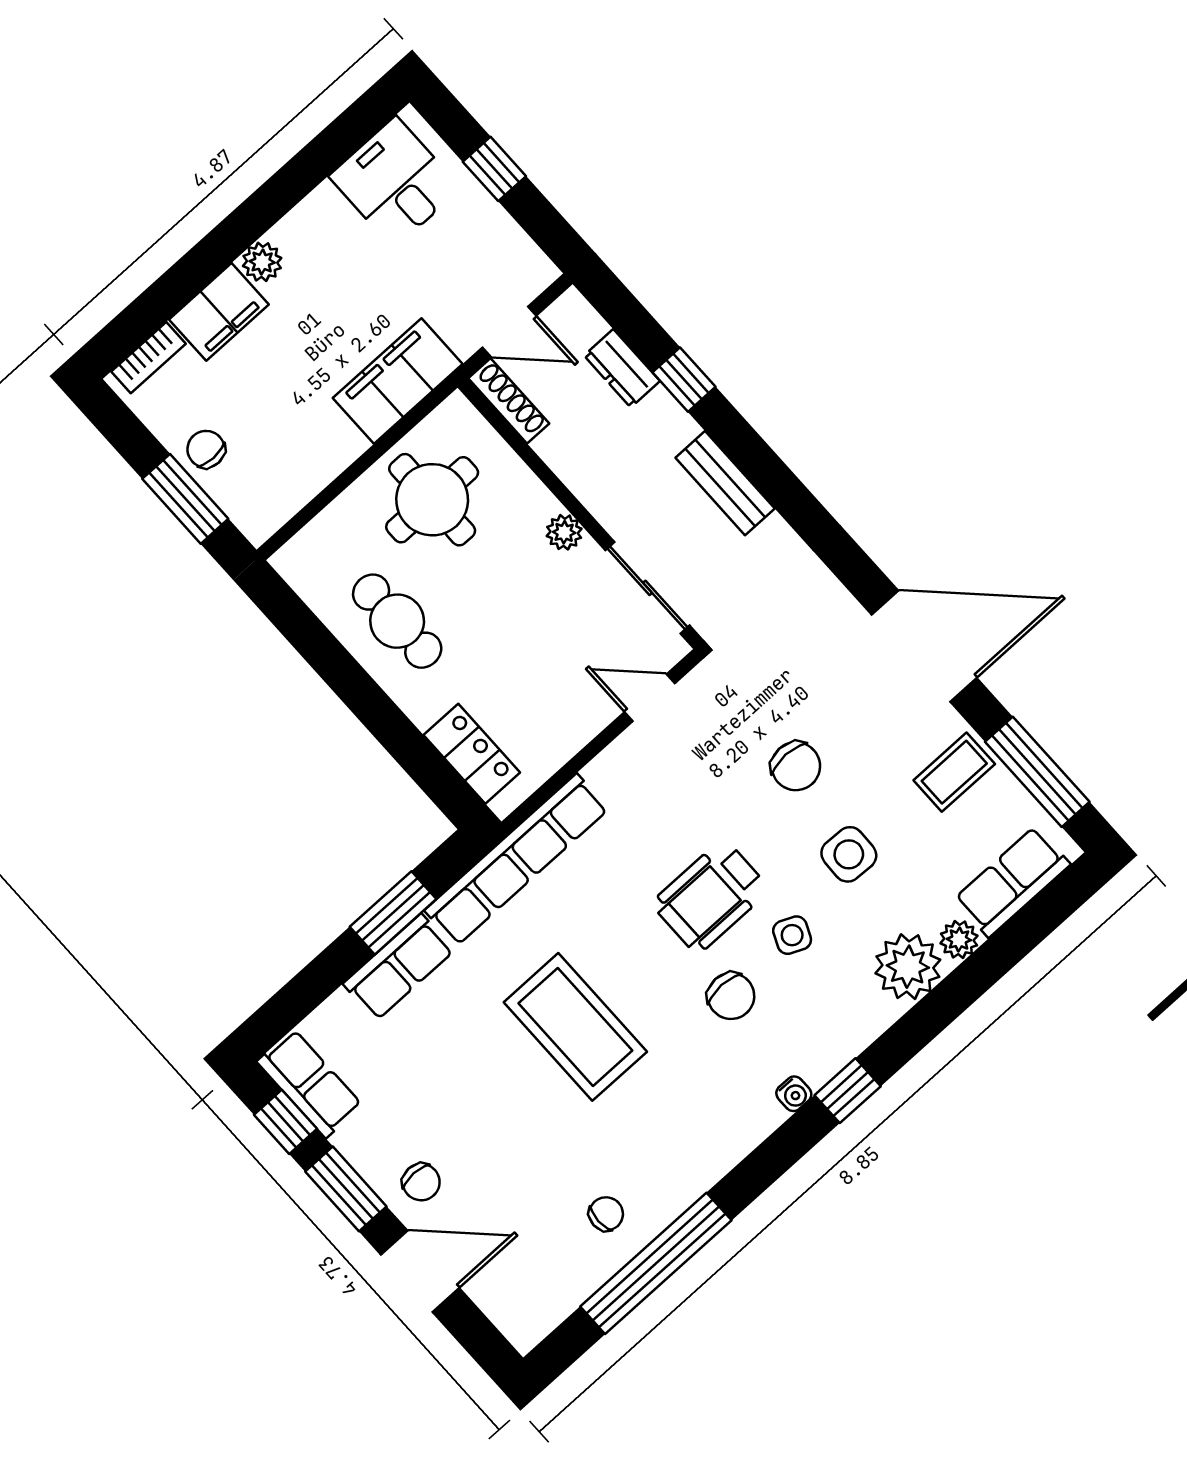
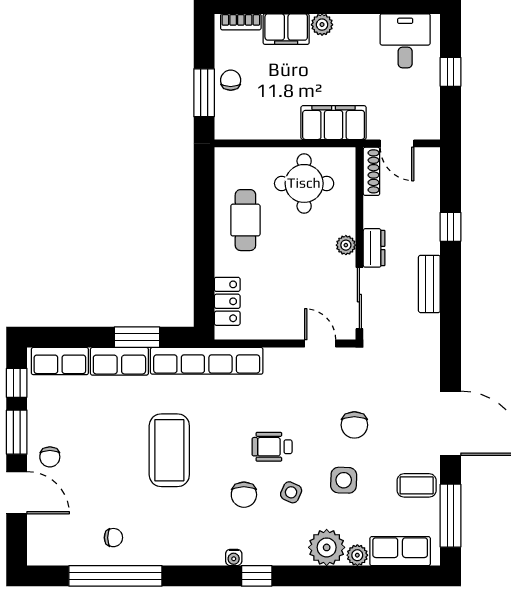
dresser: (622, 368) -> (374, 248), moved, turned 180
wheelchair: (711, 896) -> (272, 447), width x0.73, depth x0.73
row of seats: (310, 1083) -> (60, 361), moved, turned 90

